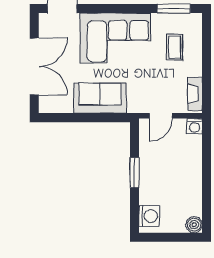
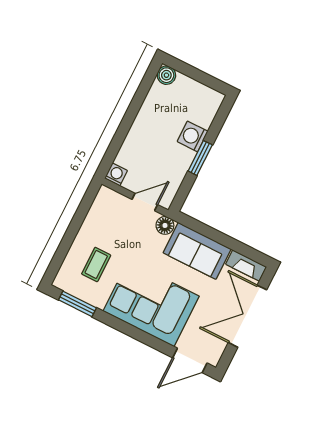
fireplace: (195, 94) -> (246, 265), moved, turned 90
floor lamp: (136, 105) -> (165, 225), added
washing machine: (149, 216) -> (193, 136), moved

